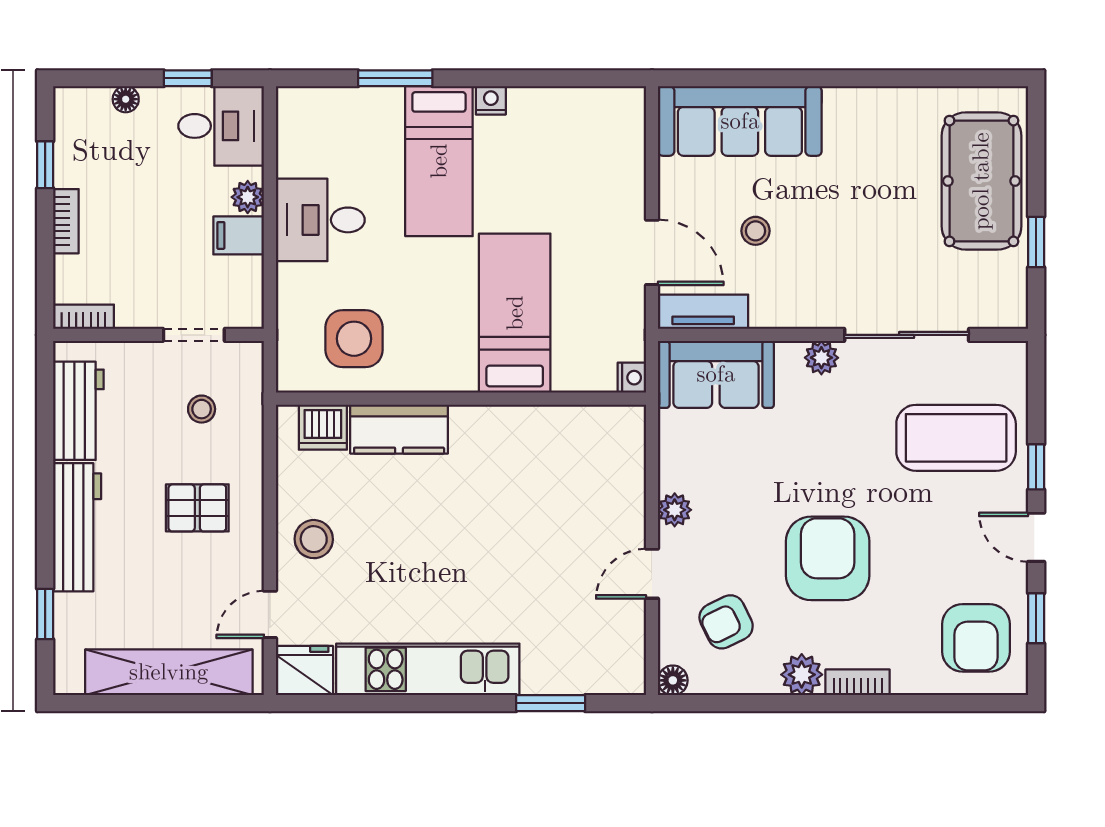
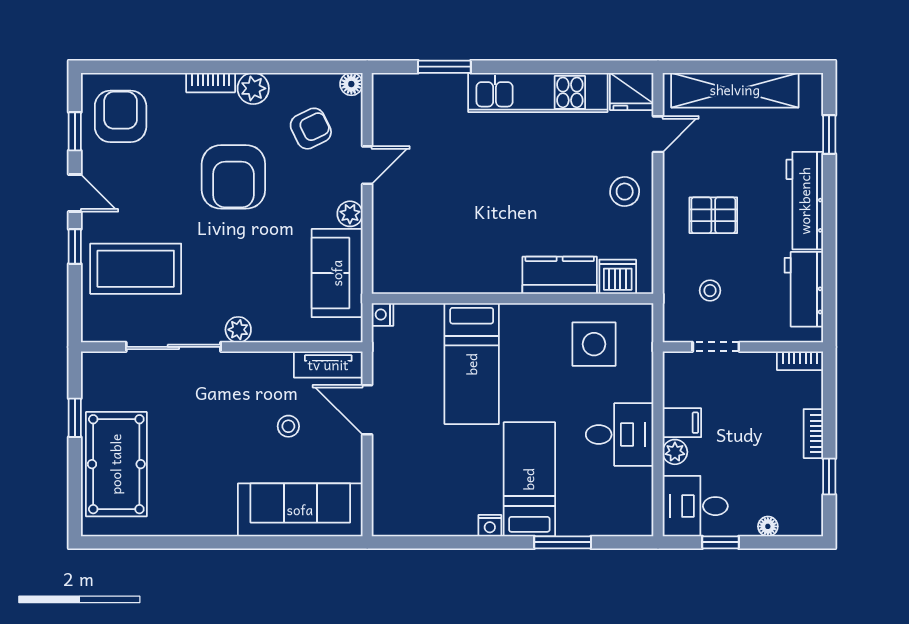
sofa: (716, 374) -> (337, 273), moved, turned -90

